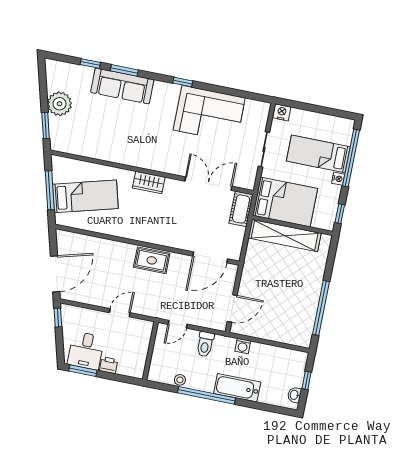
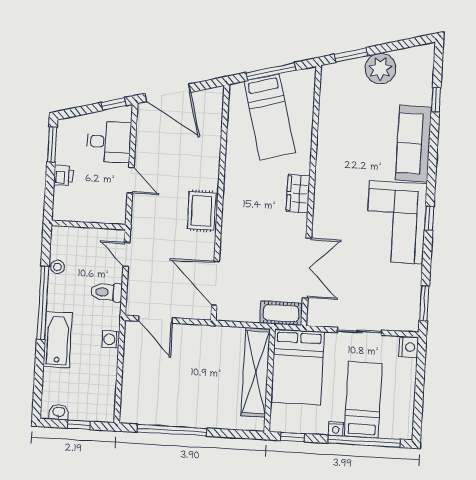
window: (124, 70) -> (424, 303), moved
corner sofa: (209, 114) -> (396, 222), moved
desk: (86, 351) -> (109, 142), moved, turned 180

